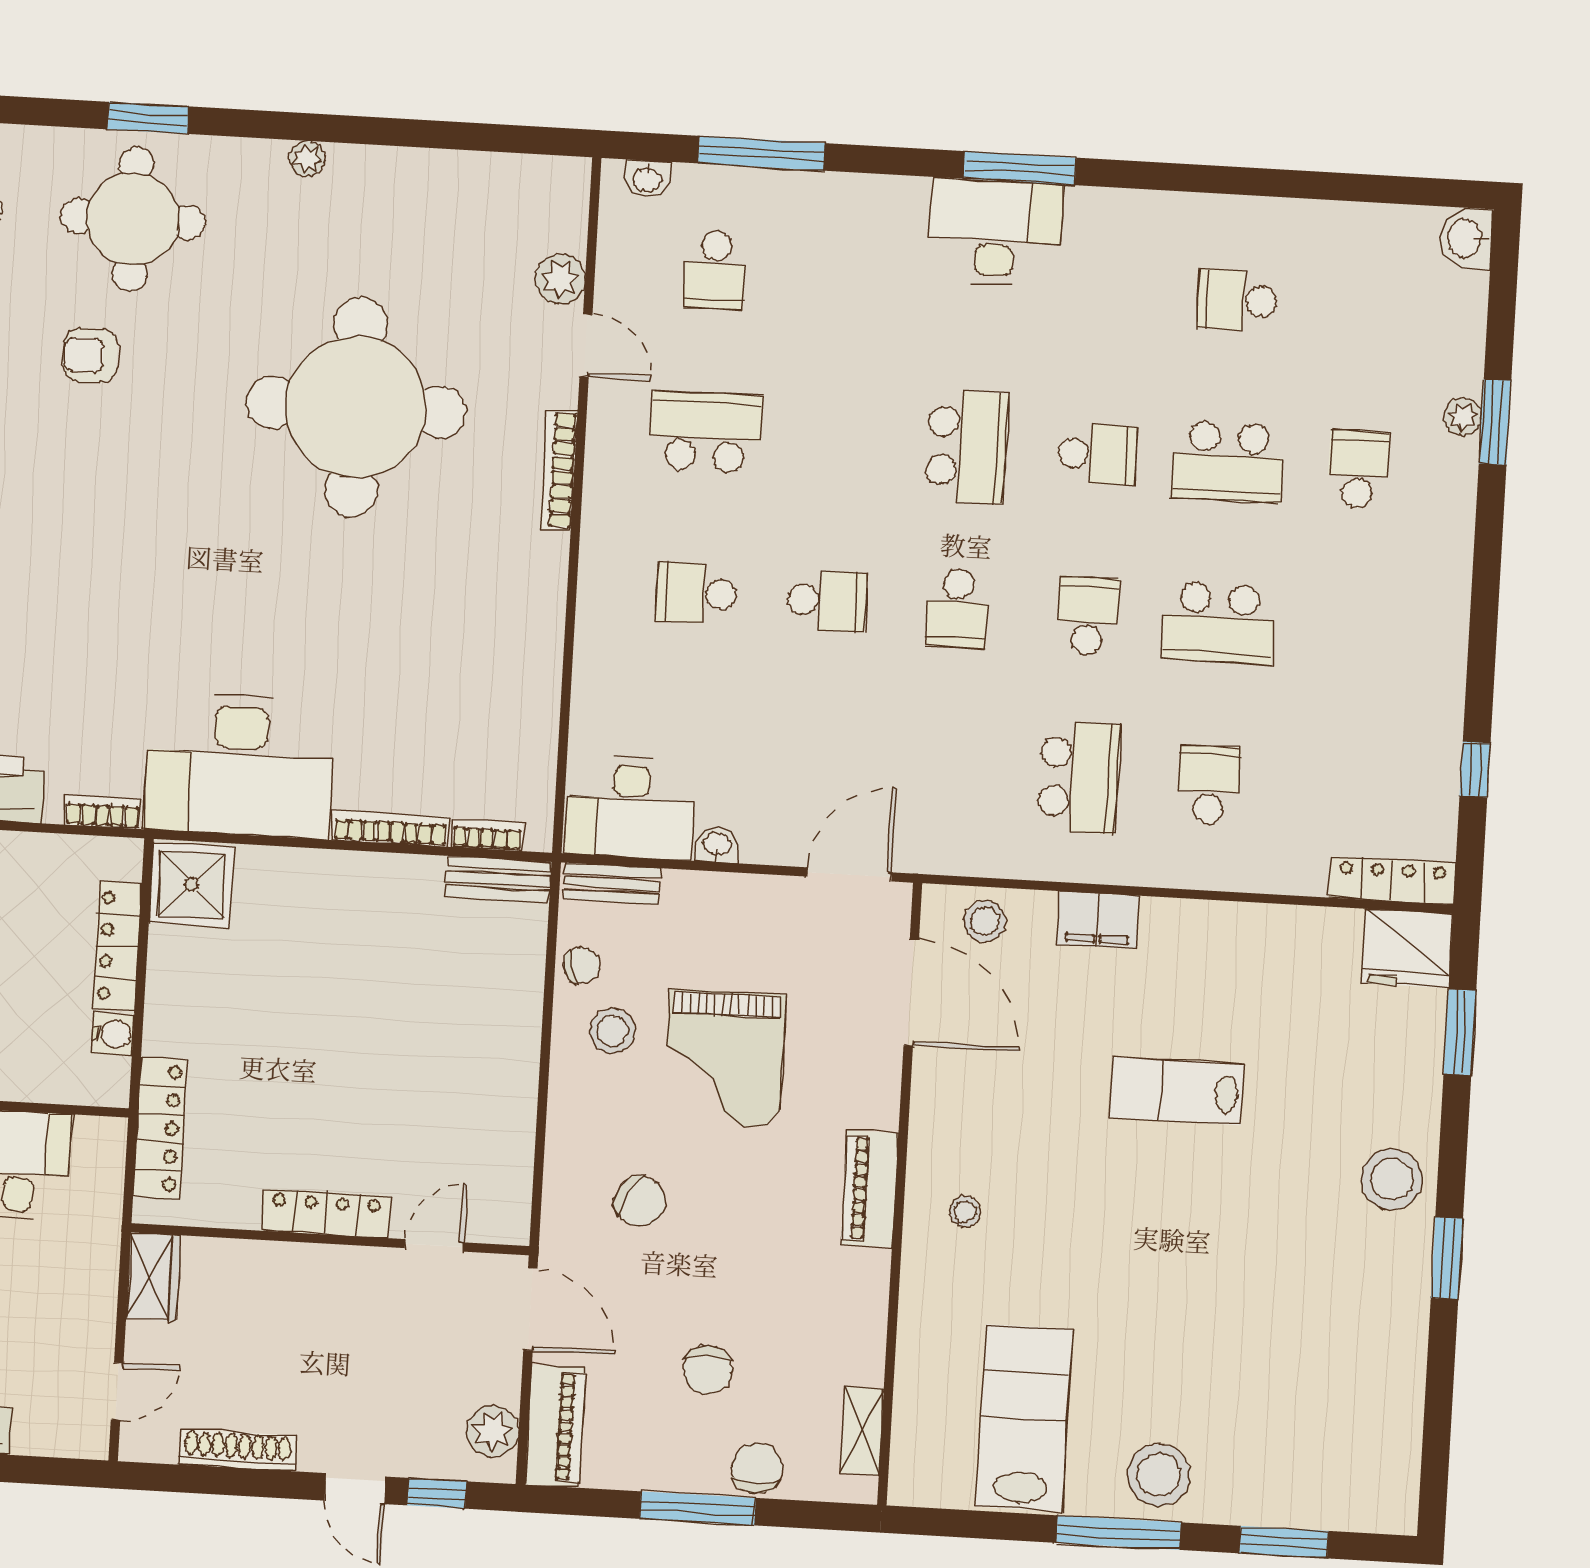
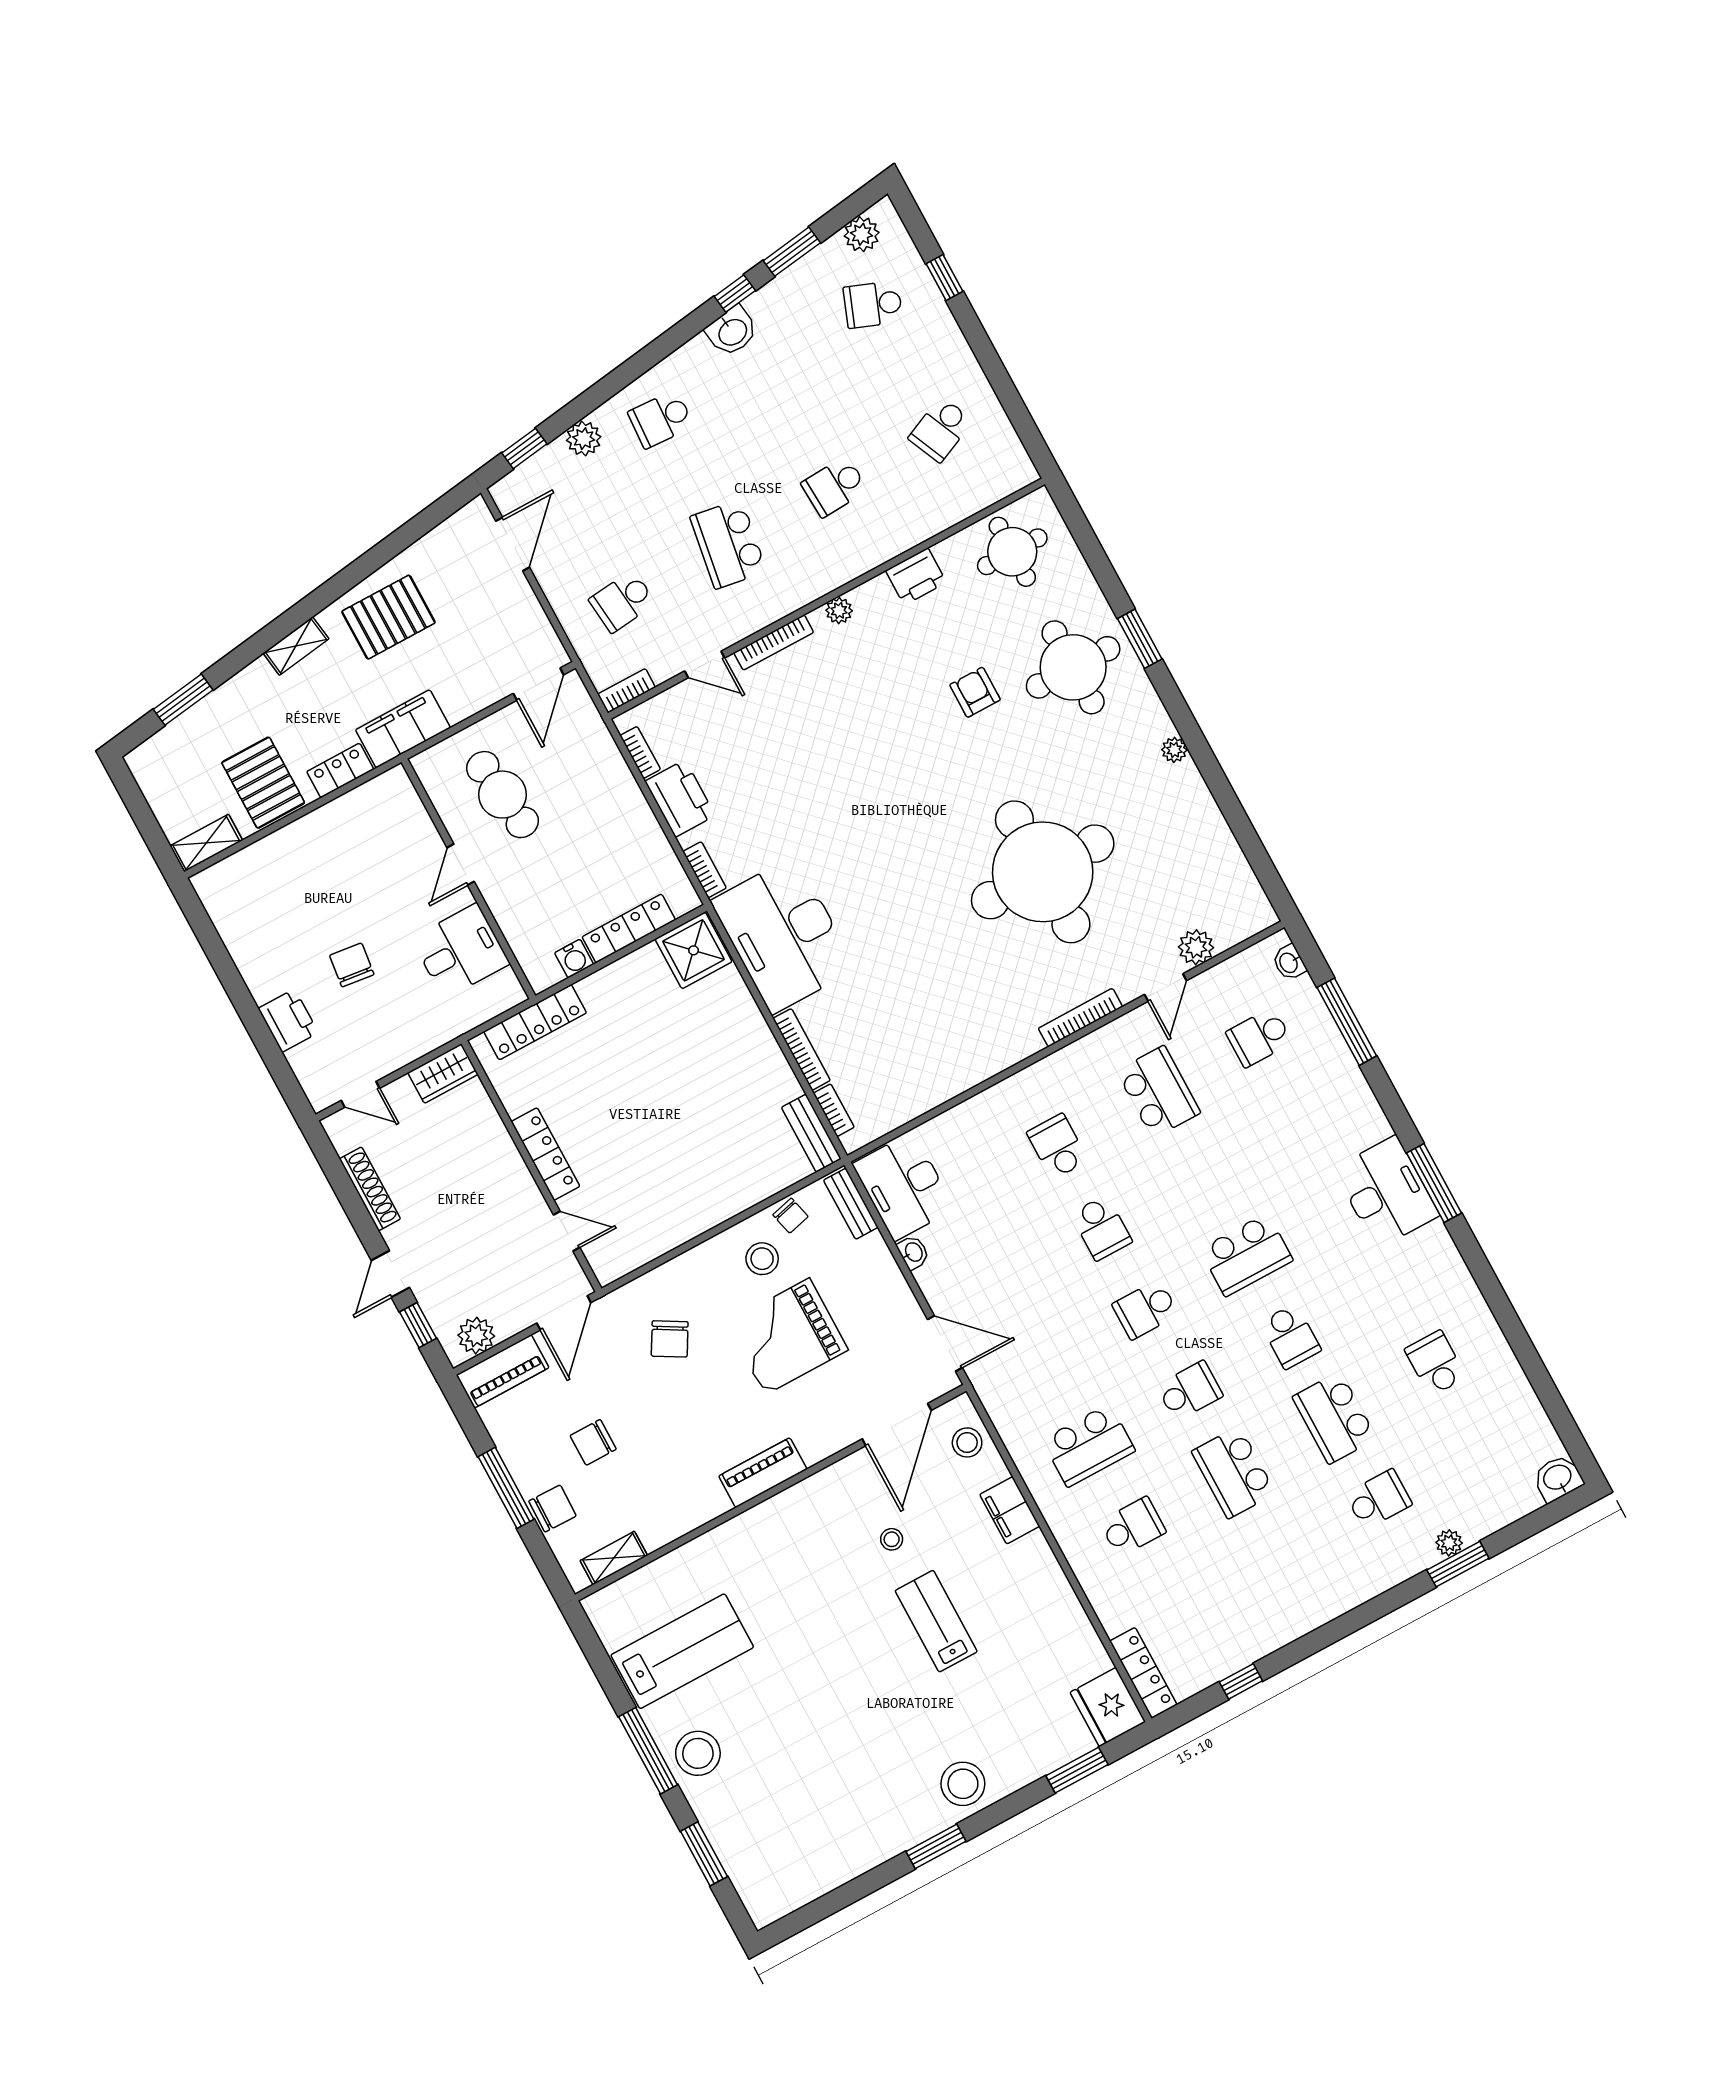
stool: (965, 1212) -> (892, 1539), moved

